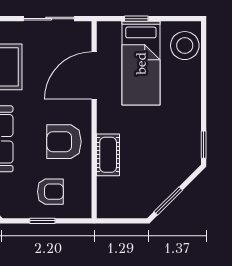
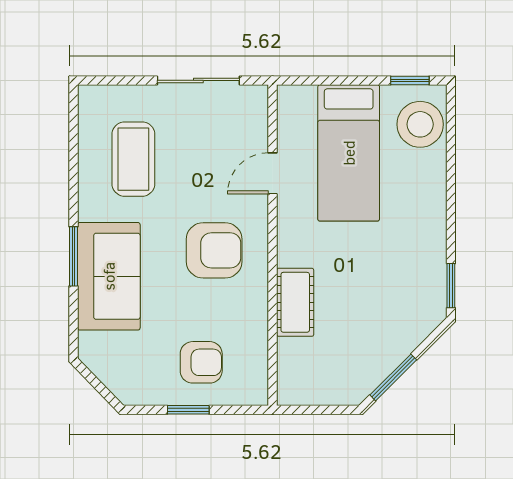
window: (136, 19) -> (410, 80), moved
door: (94, 76) -> (272, 173), width x0.53
armchair: (64, 142) -> (214, 250), moved, turned 180

